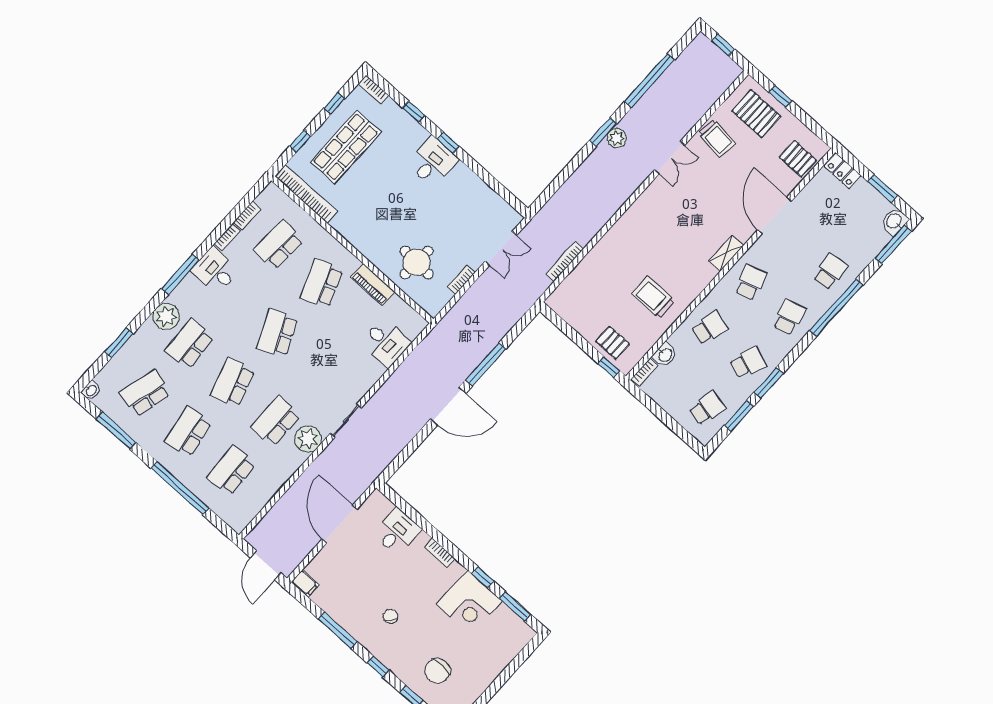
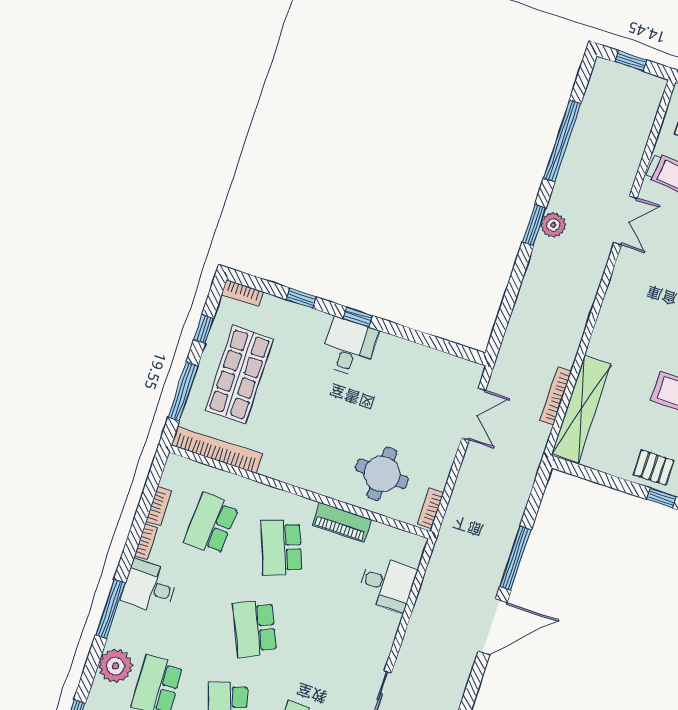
window: (300, 141) -> (183, 391), width x2.17
shelving: (579, 278) -> (581, 409), added
bookcase: (461, 279) -> (431, 509), moved

